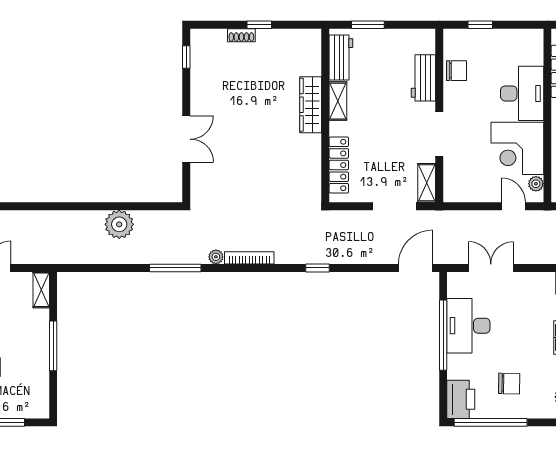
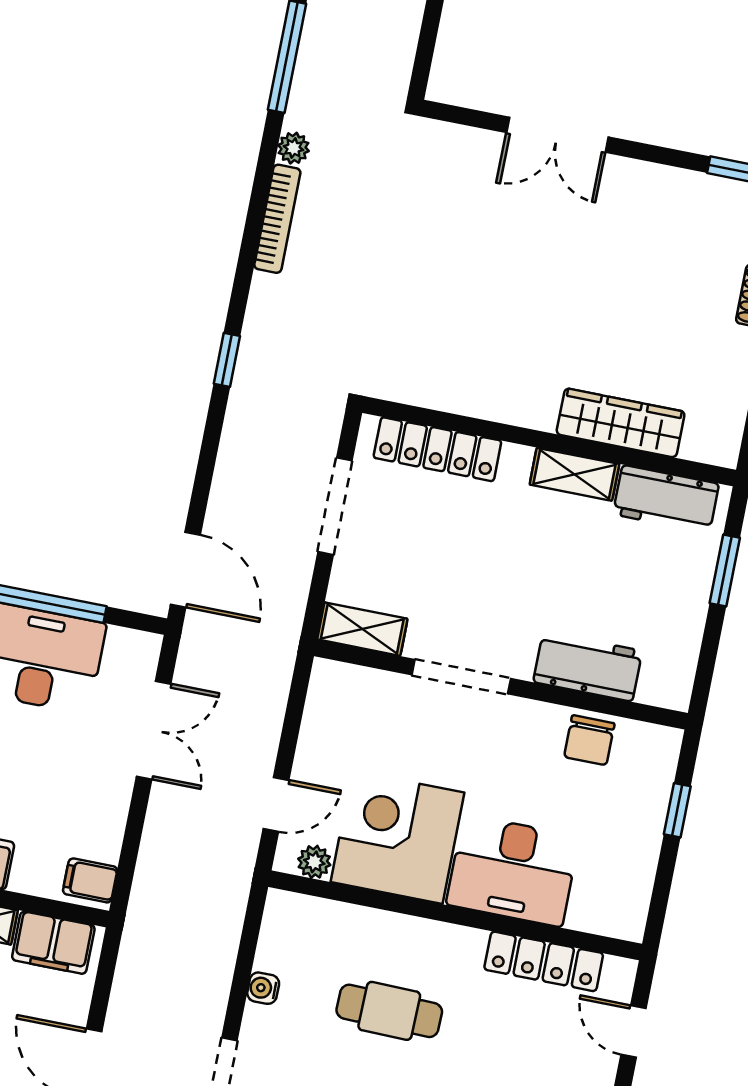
wardrobe: (311, 105) -> (621, 423), moved
doorway: (395, 206) -> (335, 506), moved

